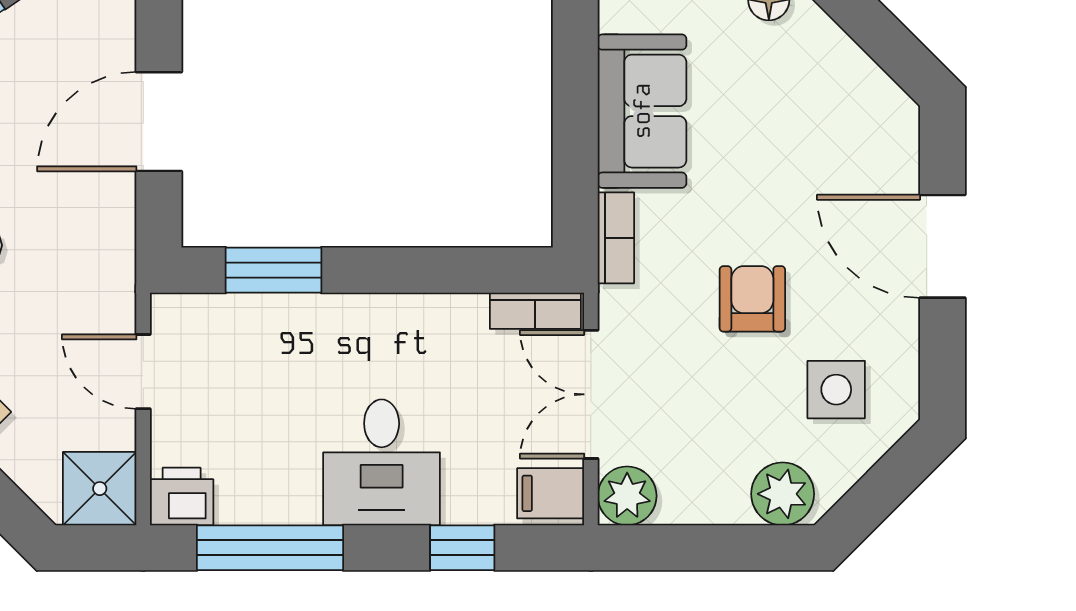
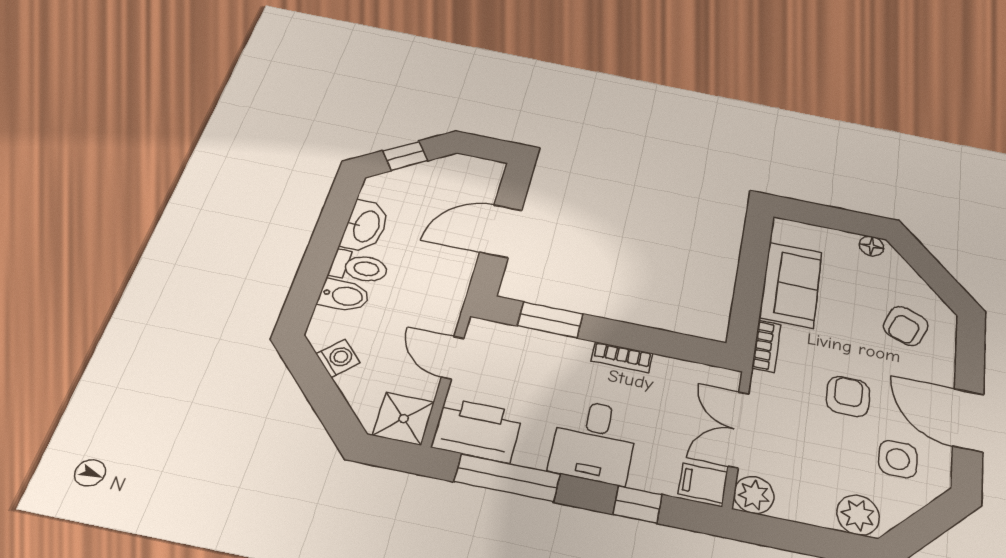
armchair: (835, 146) -> (906, 326), added
door: (942, 246) -> (968, 420), moved
bookcase: (535, 311) -> (622, 357), moved
printer: (182, 497) -> (477, 430), width x1.87, depth x1.48

